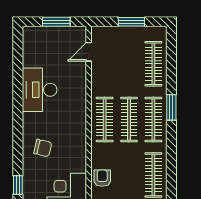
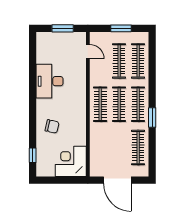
door: (89, 52) -> (88, 52), swing flipped
clothes rail: (129, 64) -> (119, 61), added
window: (171, 107) -> (152, 118), moved
armchair: (102, 178) -> (98, 150), removed

